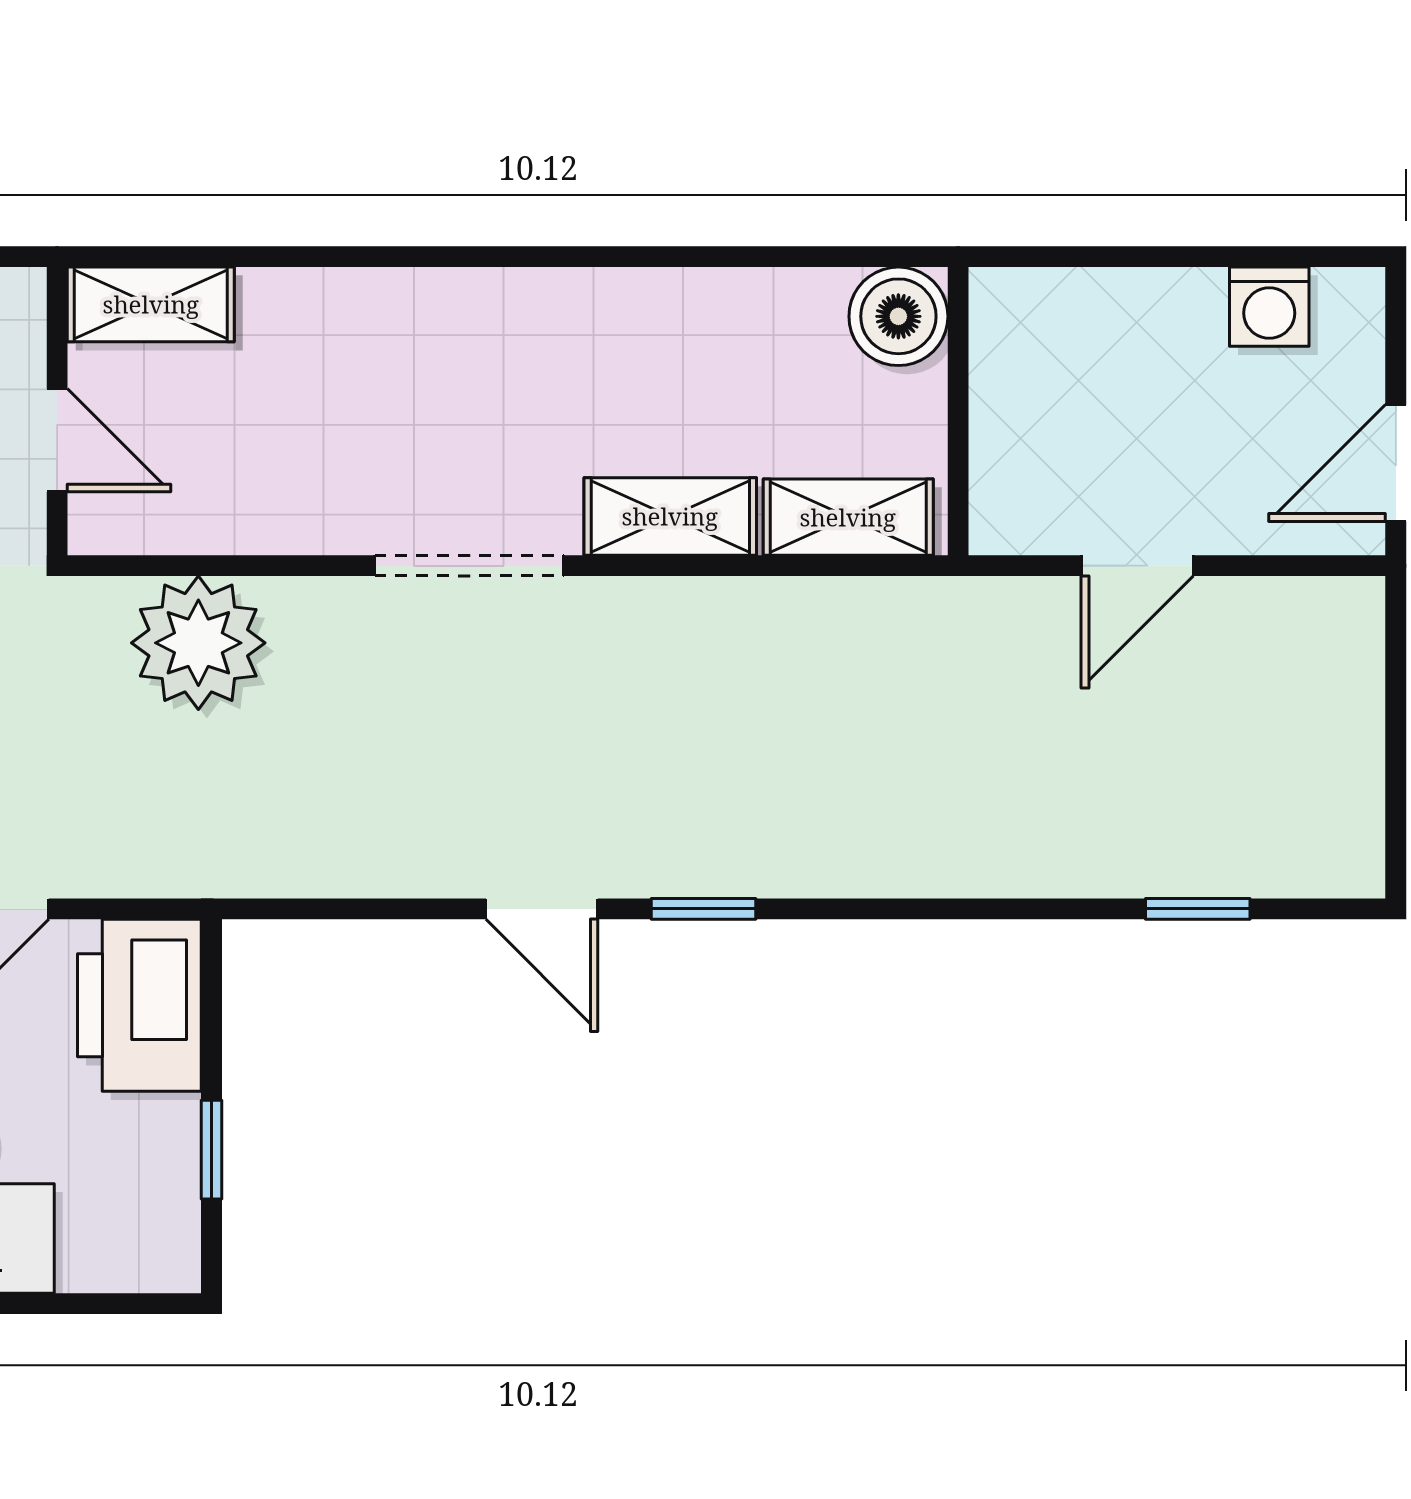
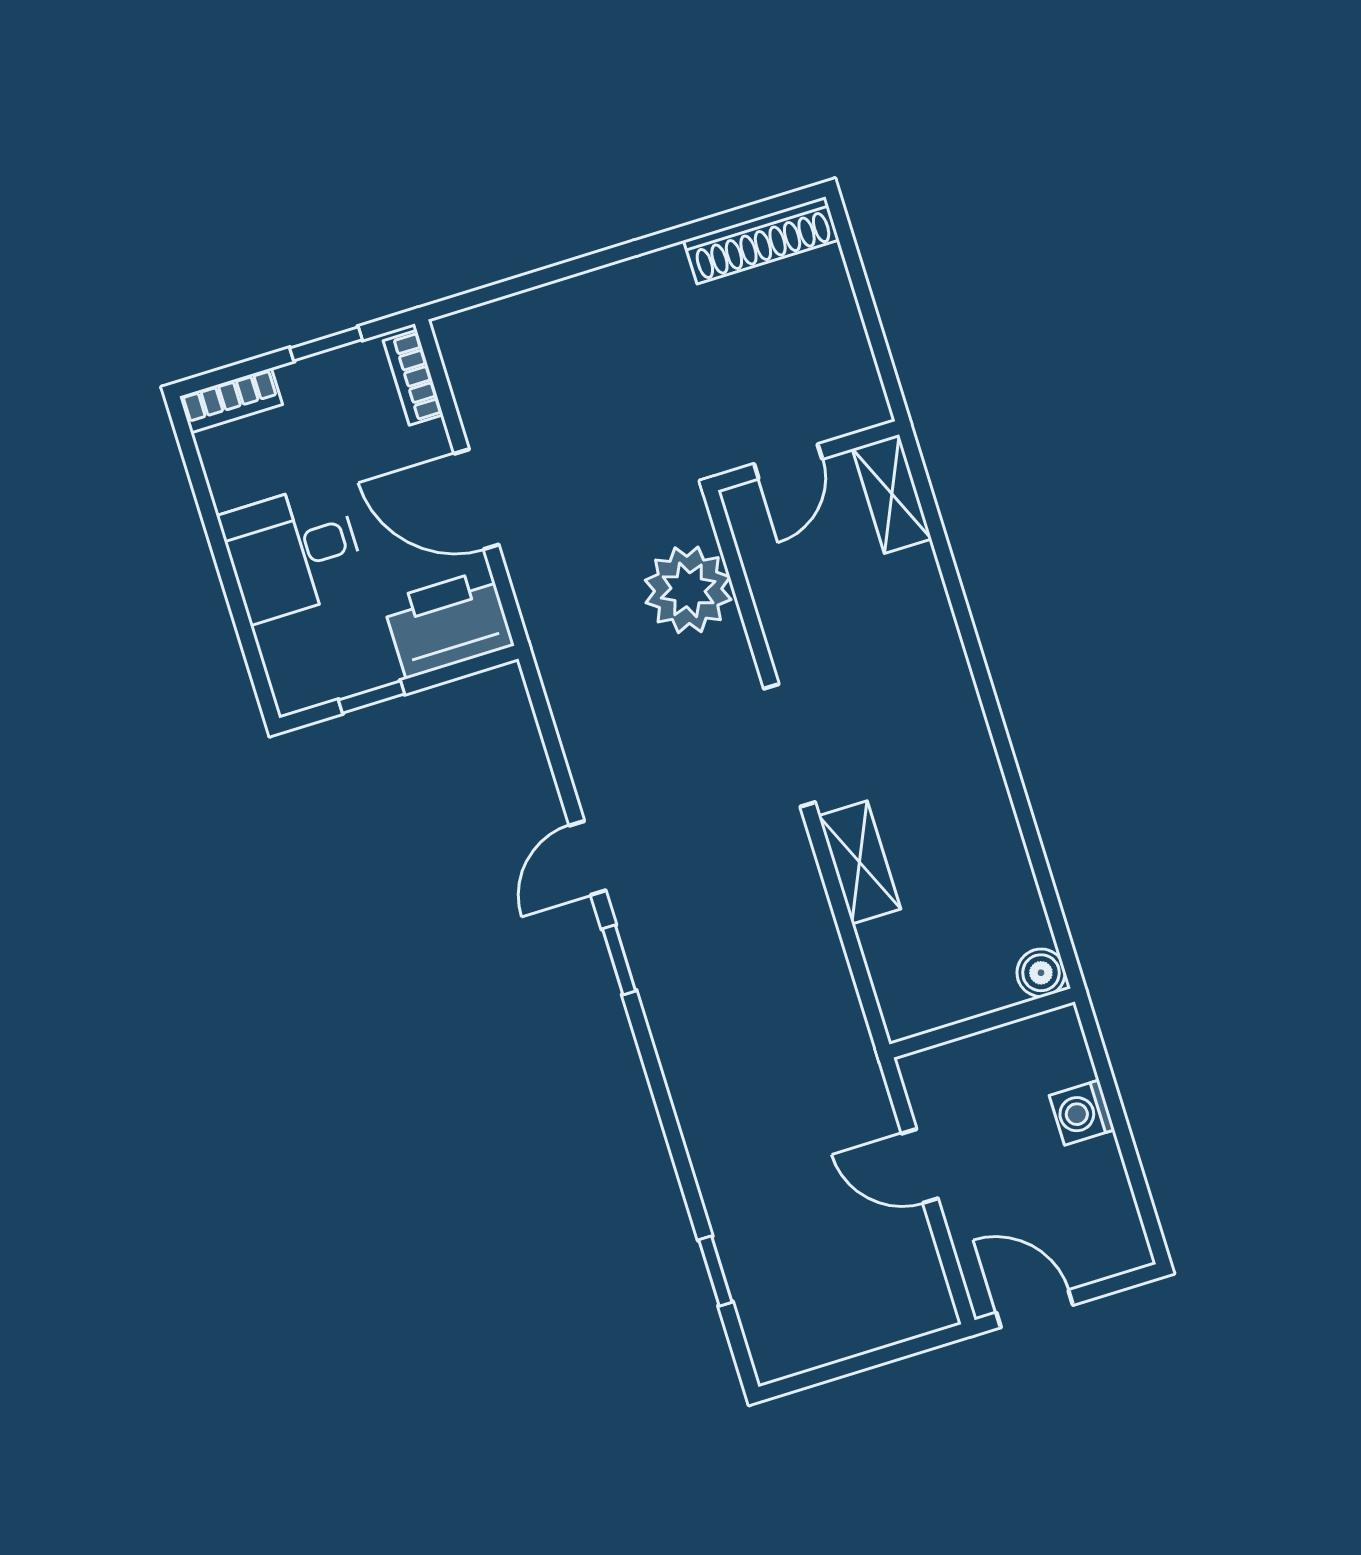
washing machine: (1269, 307) -> (1082, 1113), moved
boiler: (898, 316) -> (1041, 973), width x0.73, depth x0.73
shelving: (848, 517) -> (894, 975), removed

